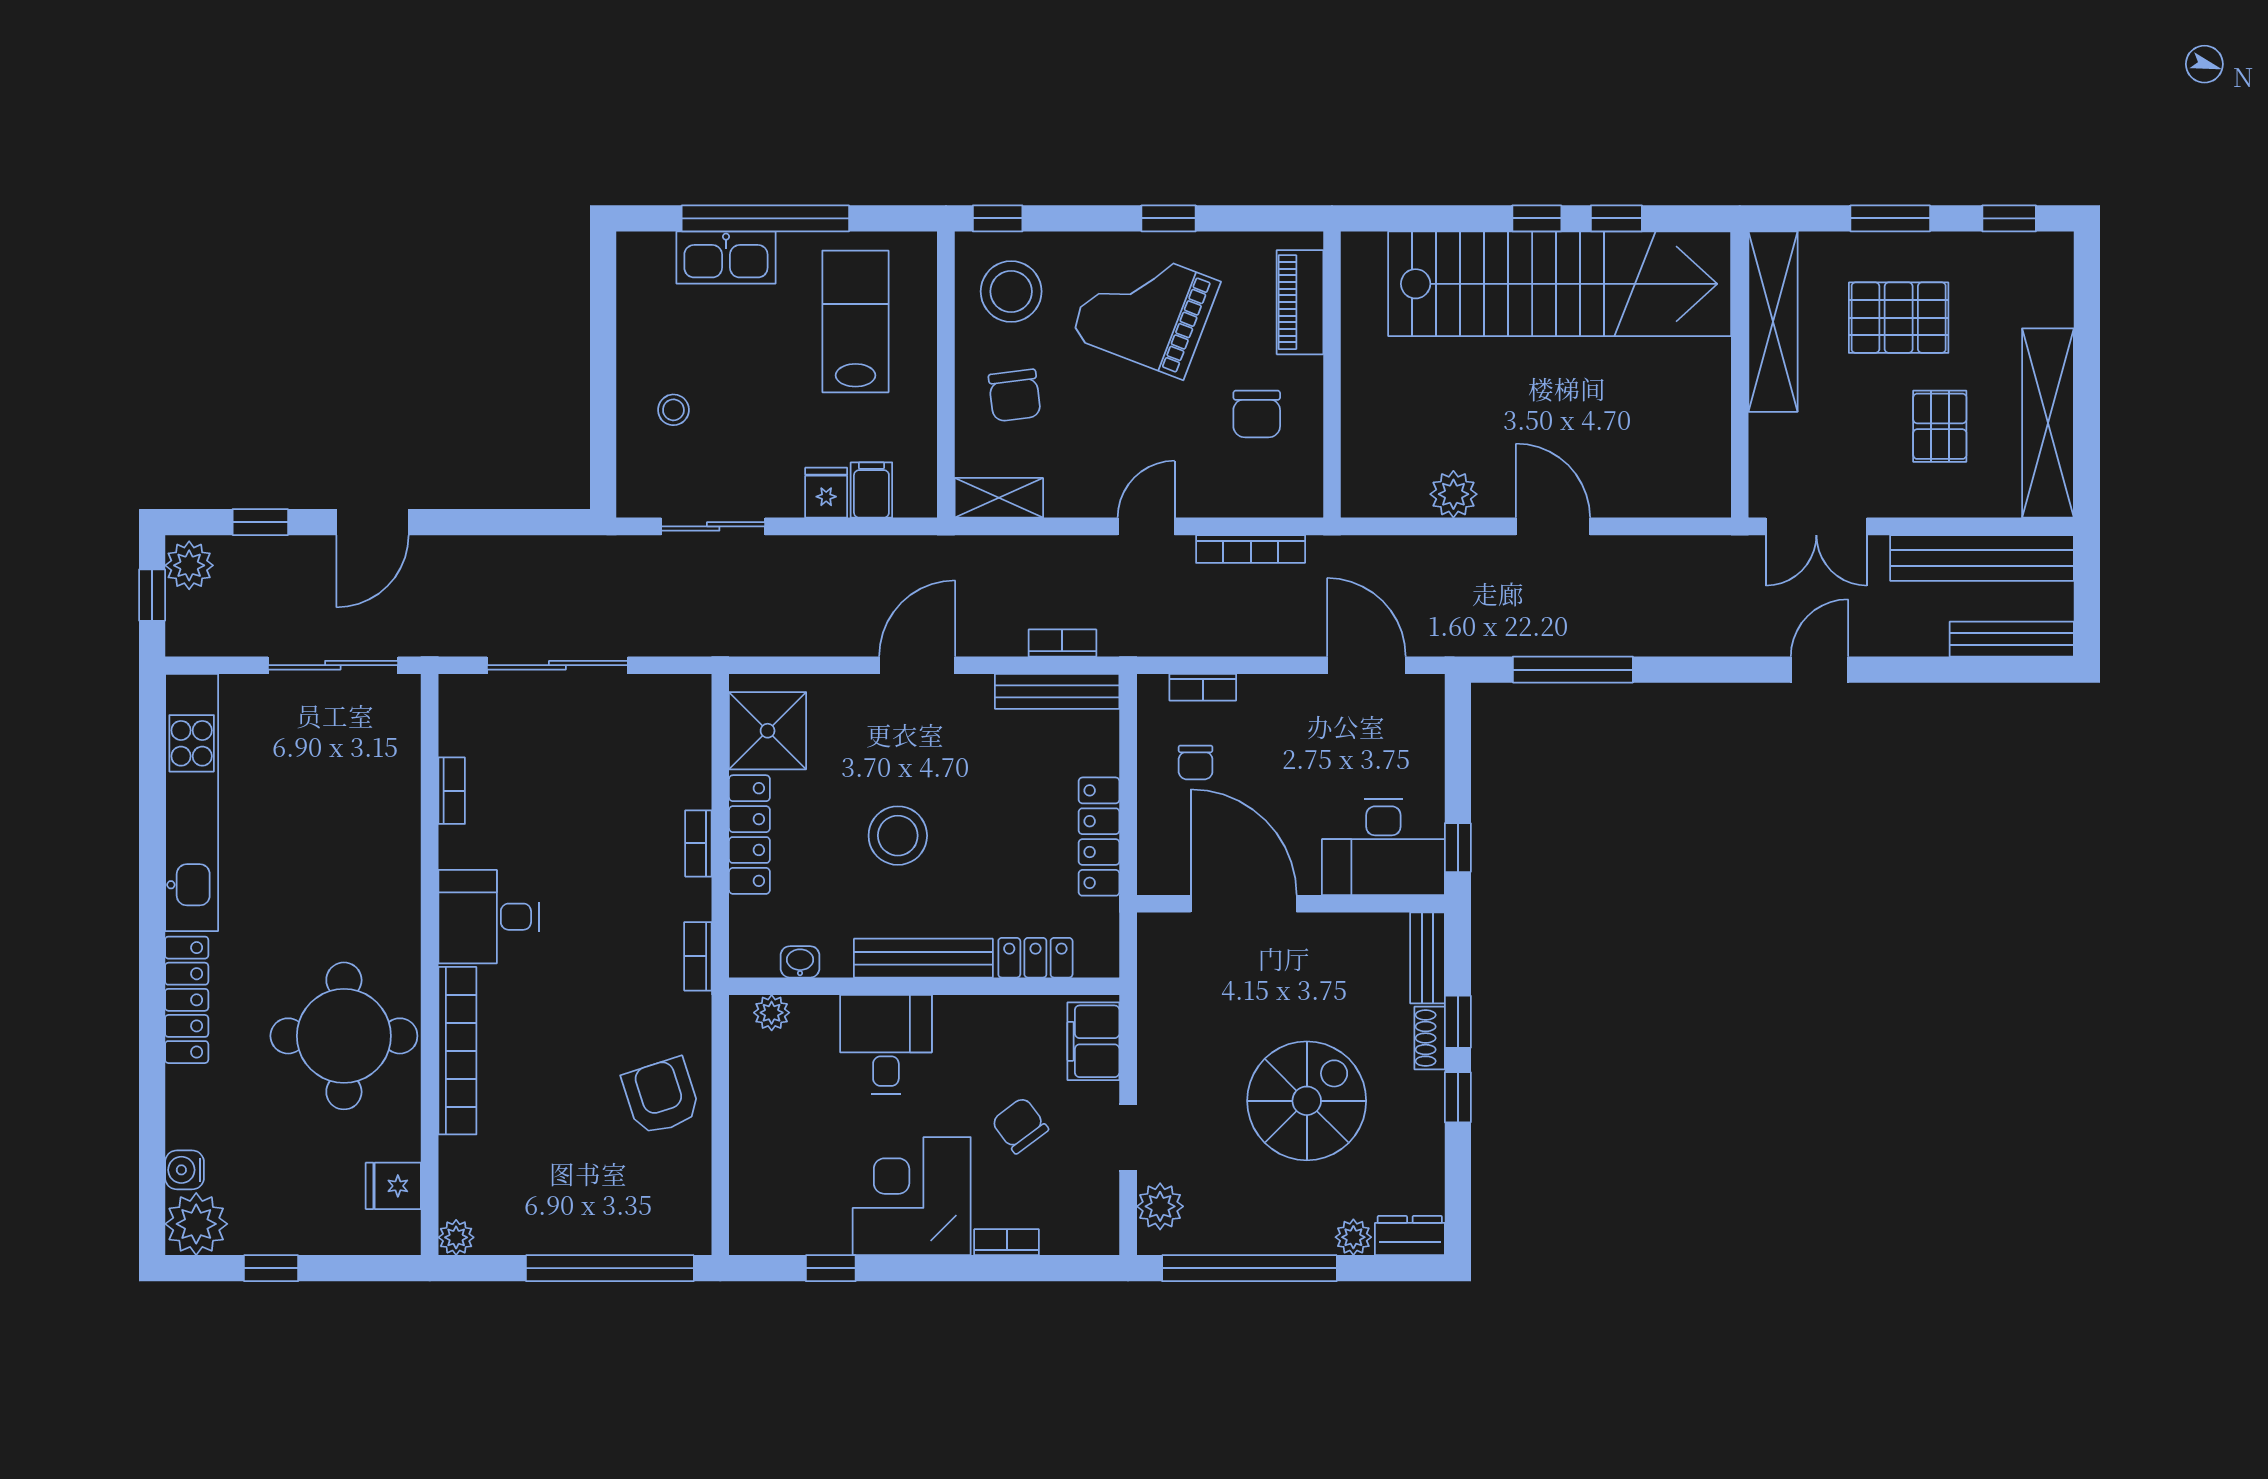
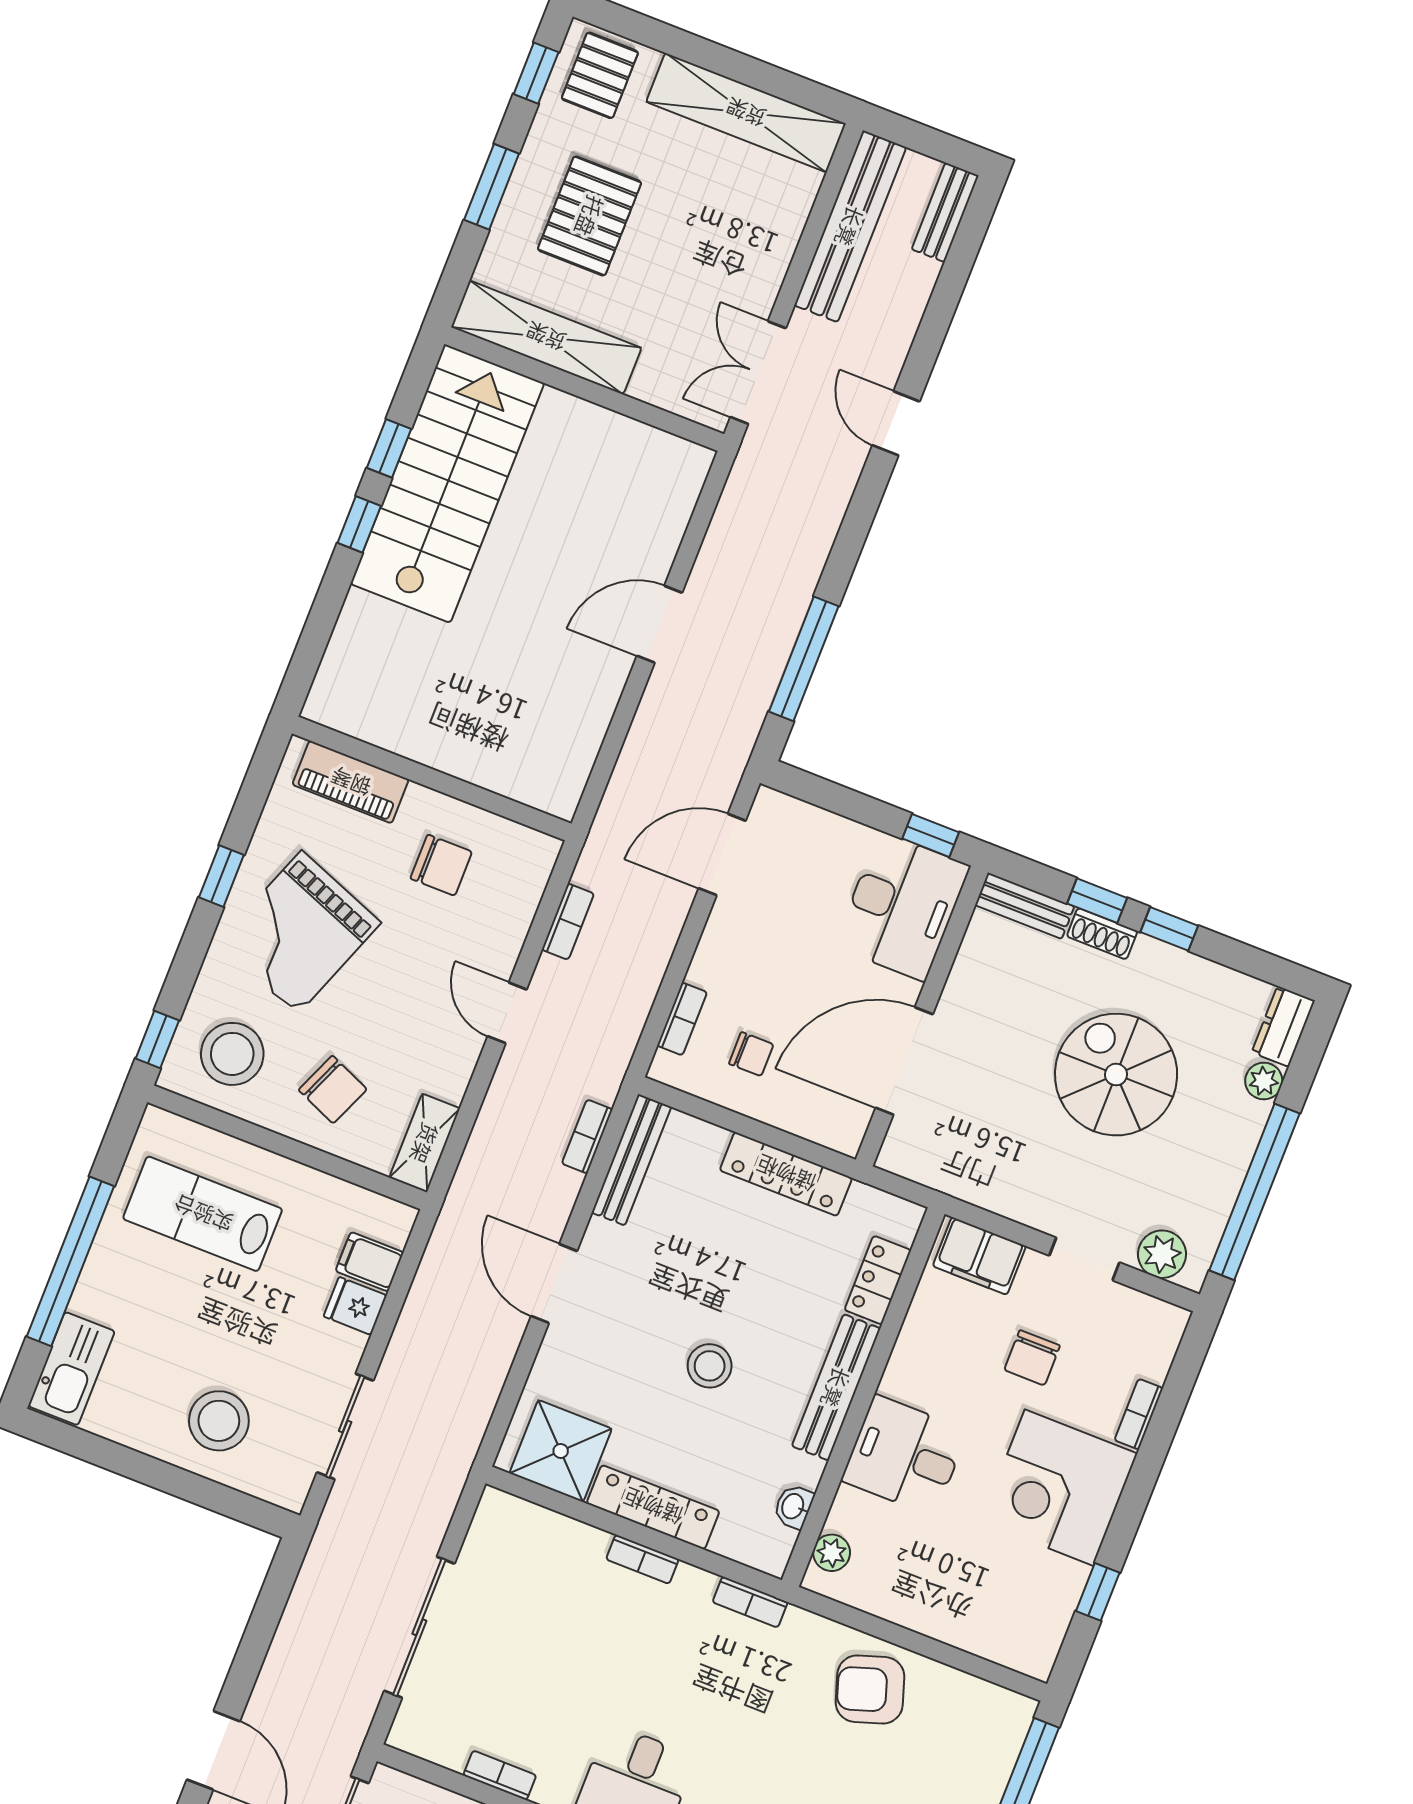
kitchen sink: (726, 258) -> (71, 1369), moved
stairs: (1560, 284) -> (447, 483), width x0.73
chair: (1015, 395) -> (333, 1090), turned 30
stool: (673, 410) -> (219, 1421), width x1.89, depth x1.89
pallet: (1940, 426) -> (600, 75), moved, turned 90
plant: (1453, 494) -> (592, 707), removed
double door: (1816, 526) -> (758, 373), swing flipped
bookcase: (1251, 549) -> (568, 922), width x0.64
bench: (2012, 639) -> (945, 212), width x0.73
stool: (898, 836) -> (710, 1366), width x0.73, depth x0.73
chair: (1020, 1125) -> (1032, 1358), turned -53

